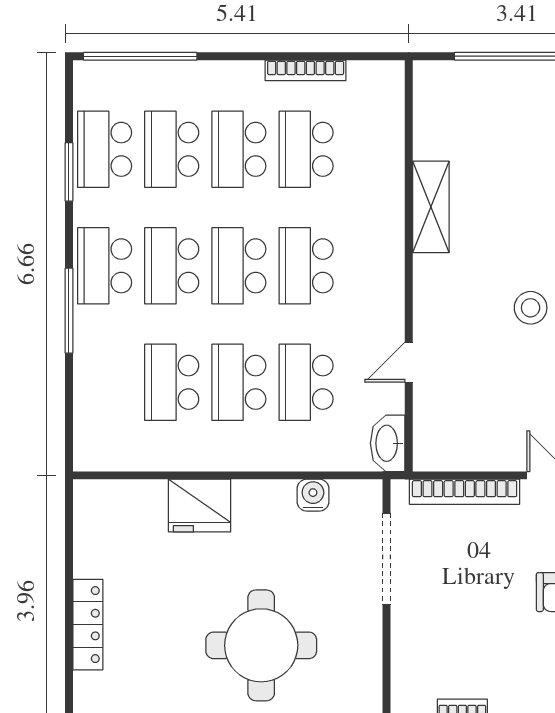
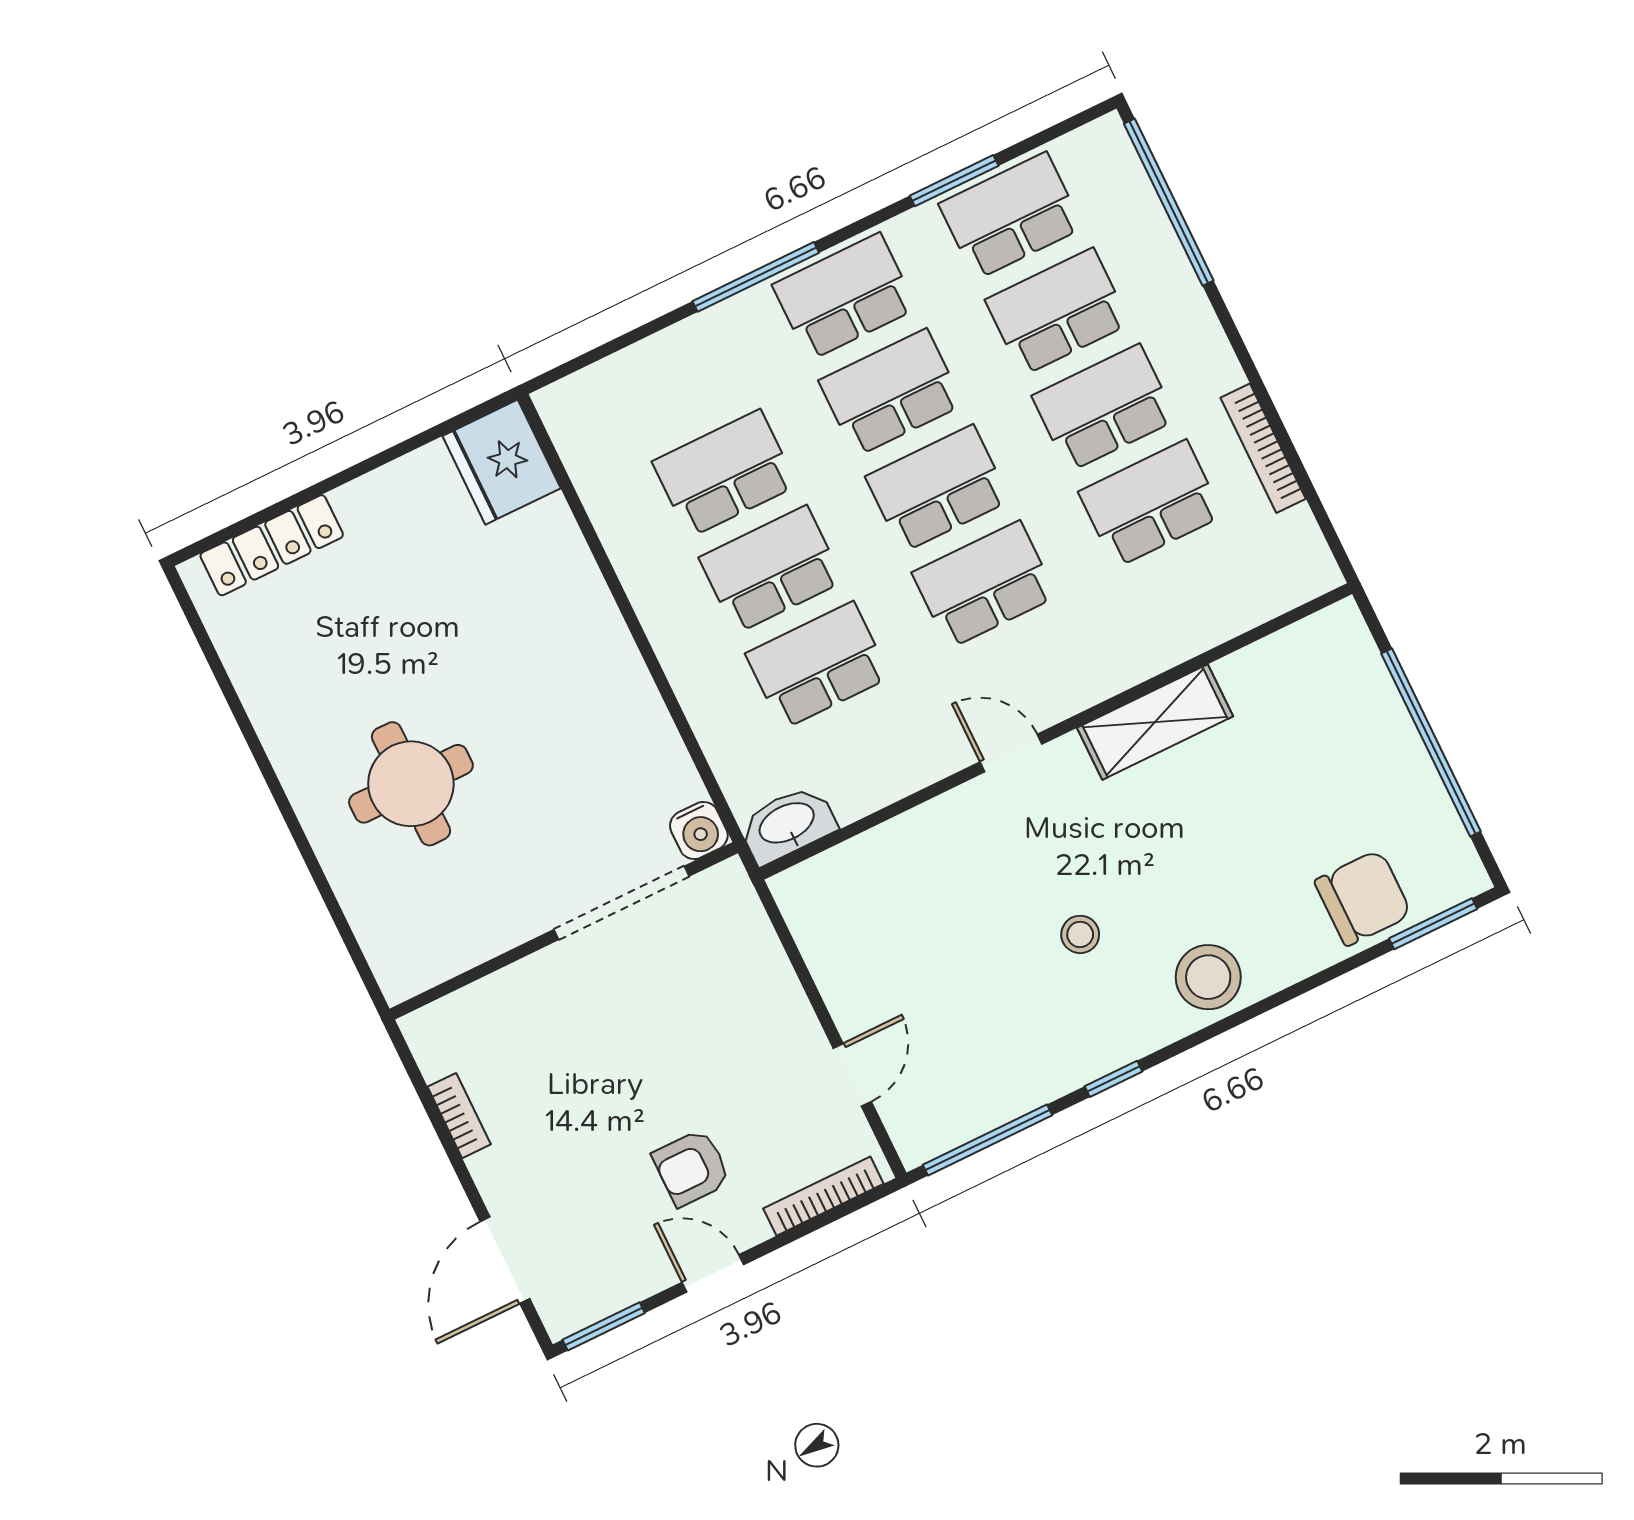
stool: (531, 308) -> (1080, 934), width x0.73, depth x0.73
door: (409, 362) -> (1011, 753), moved
bookcase: (465, 492) -> (771, 968), removed
water cooler: (313, 495) -> (699, 830), moved, turned 90
fridge: (200, 506) -> (502, 462), moved
locker: (88, 625) -> (272, 545), moved
round table: (261, 645) -> (411, 784), width x0.73, depth x0.73

